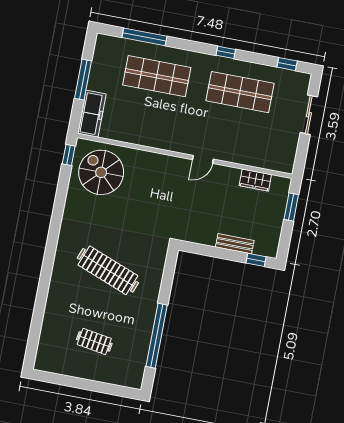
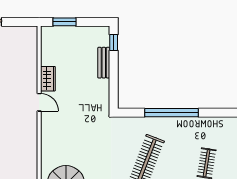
wardrobe: (255, 180) -> (48, 79), moved
window: (157, 336) -> (171, 113), moved

